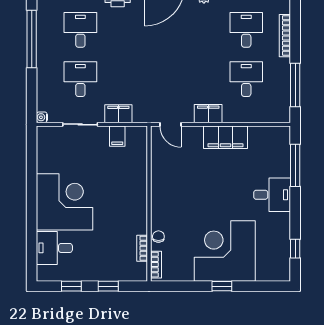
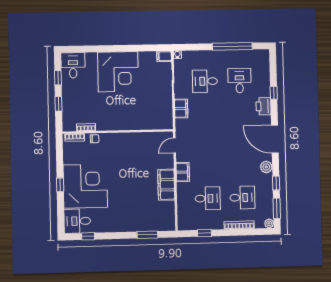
desk: (80, 30) -> (240, 81), turned -90
desk: (80, 79) -> (205, 81), turned 180
window: (295, 85) -> (204, 233), width x0.46
filing cabinet: (117, 136) -> (164, 56), moved
window: (295, 165) -> (147, 235), width x0.69
desk: (272, 195) -> (77, 221), moved, turned 90
desk: (54, 248) -> (73, 65), moved

